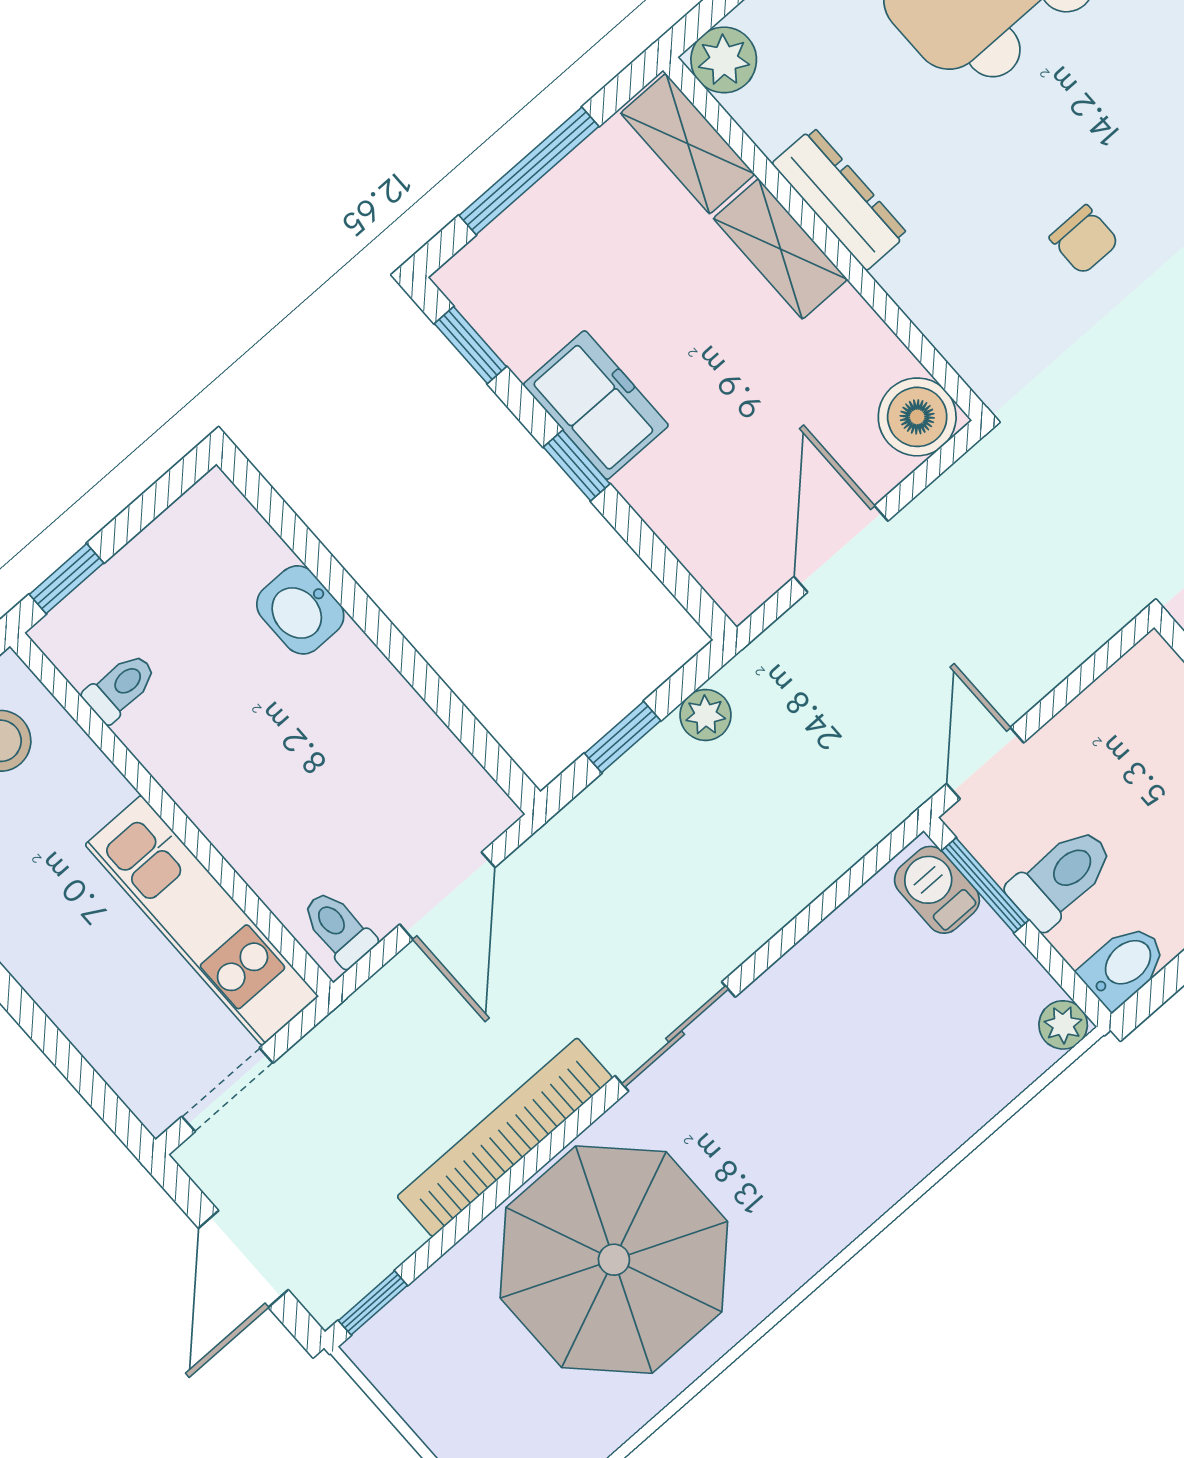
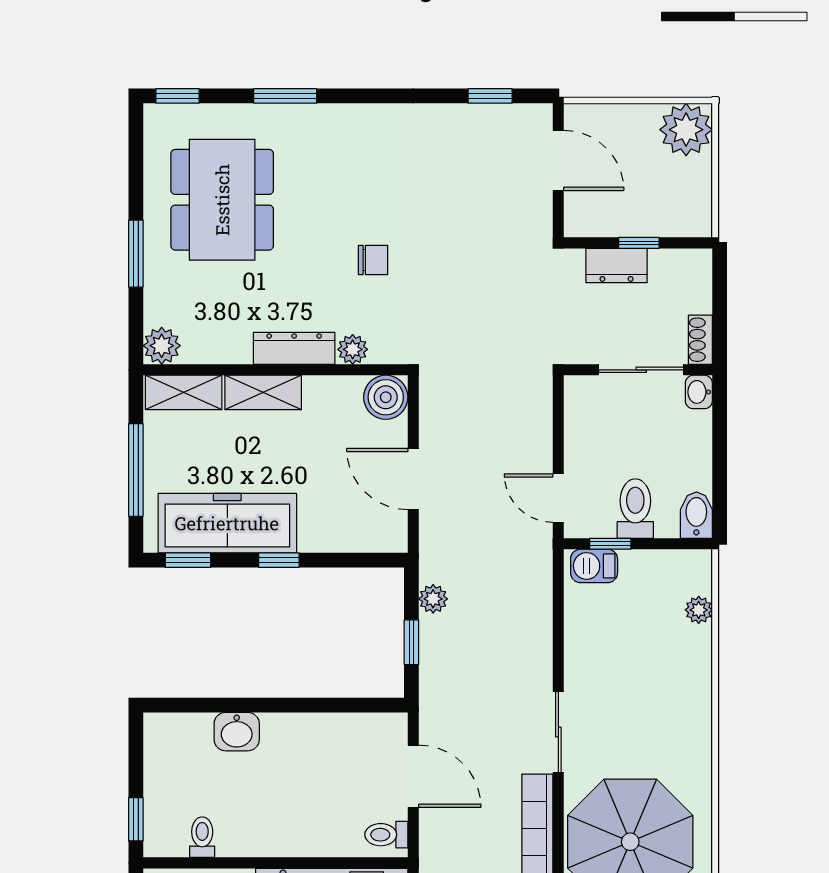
dresser: (840, 199) -> (294, 348), moved
plant: (942, 317) -> (353, 349), added
freezer: (596, 405) -> (227, 523), width x1.91, depth x1.26
window: (985, 885) -> (610, 544), width x0.67
plant: (1063, 1025) -> (699, 610), moved

